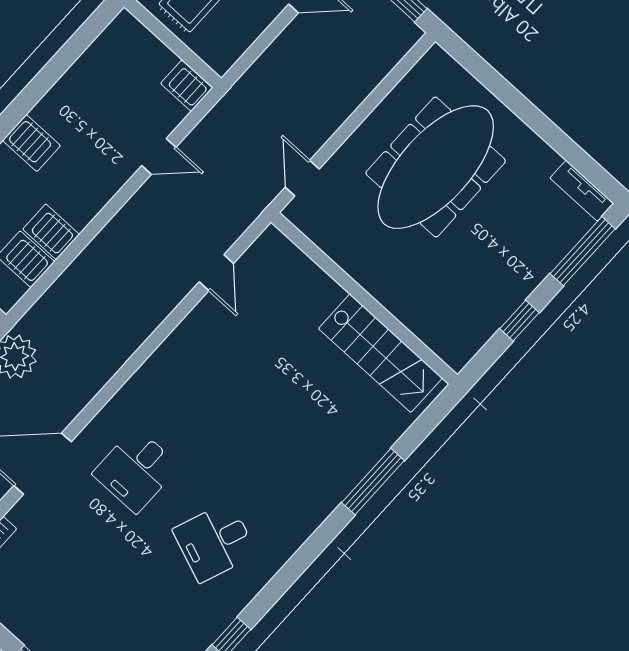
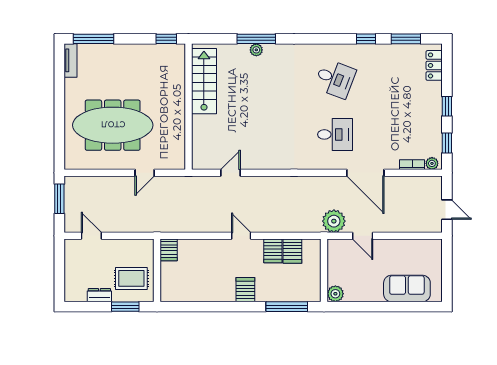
door: (159, 156) -> (241, 236), moved
door: (302, 178) -> (145, 173), moved
window: (519, 321) -> (166, 39), moved
plant: (357, 467) -> (256, 50), added

